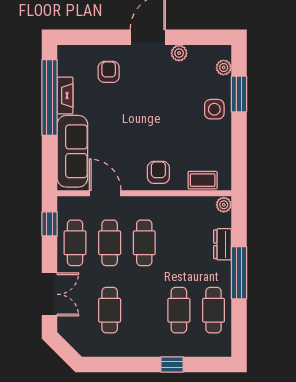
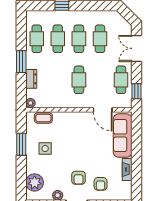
plant: (224, 68) -> (35, 182), width x1.88, depth x1.88
window: (239, 94) -> (21, 144), moved
window: (50, 97) -> (137, 168), removed
side table: (214, 109) -> (45, 149), moved
armchair: (158, 172) -> (79, 178), moved
cafe table: (110, 243) -> (79, 39), moved
window: (239, 273) -> (21, 62), width x0.69

